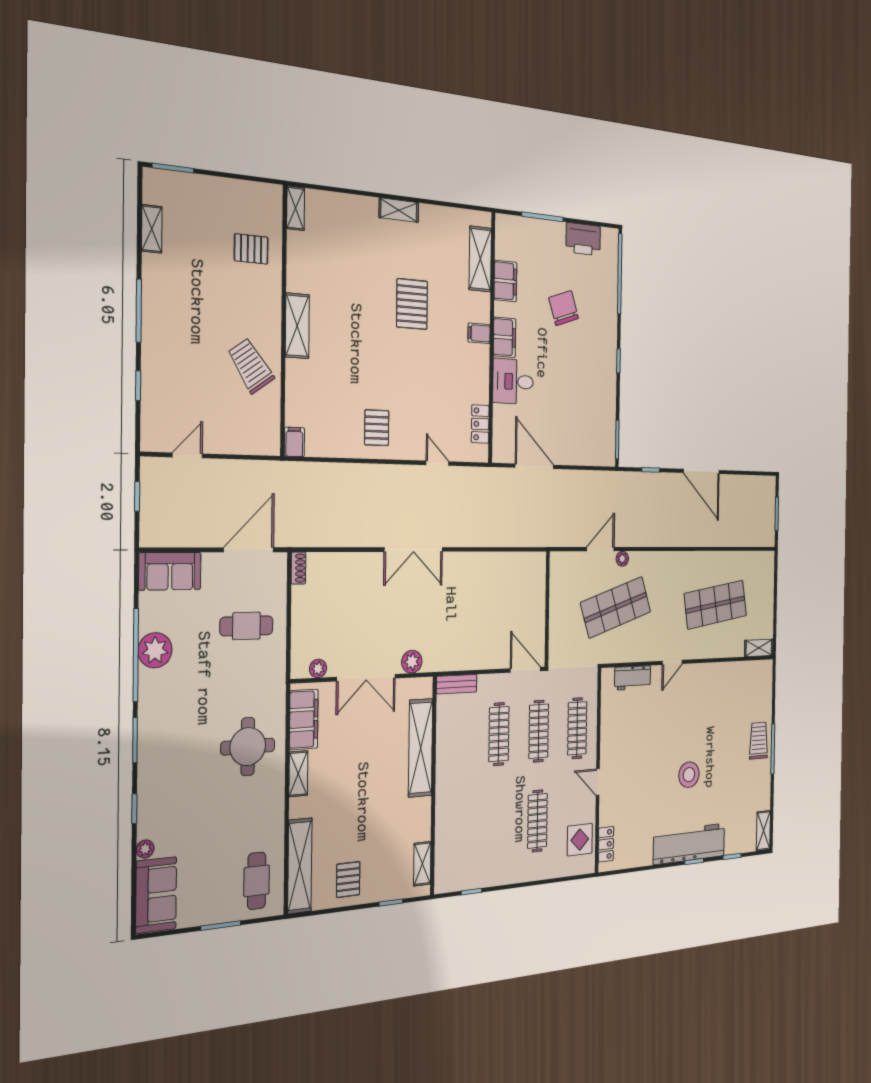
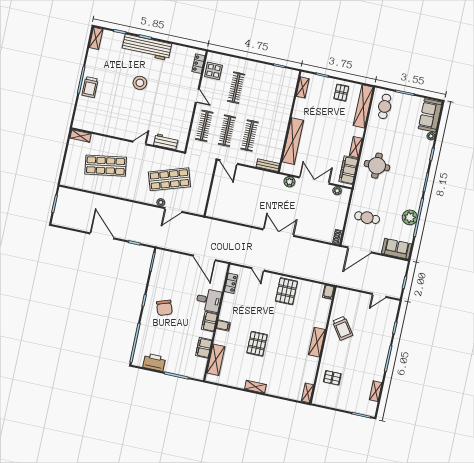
chair: (564, 308) -> (164, 308), moved
pallet: (377, 428) -> (286, 291), width x1.50, depth x1.42

